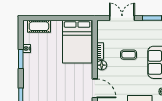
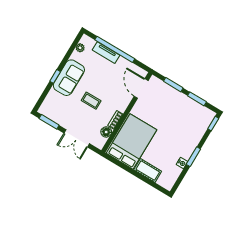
cot: (39, 26) -> (148, 171), moved
floor lamp: (102, 65) -> (106, 132), moved

